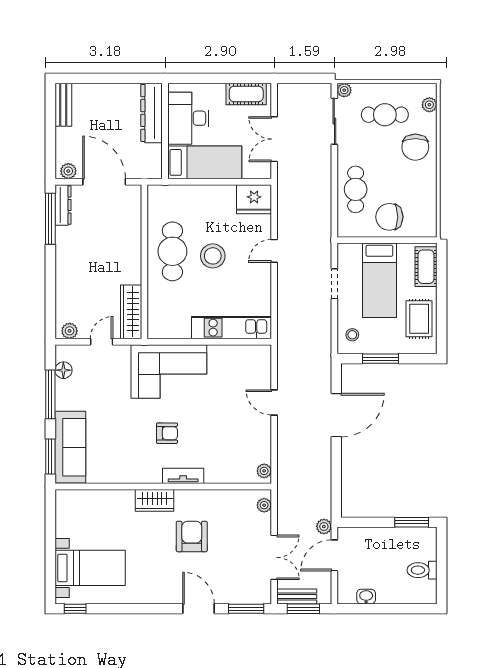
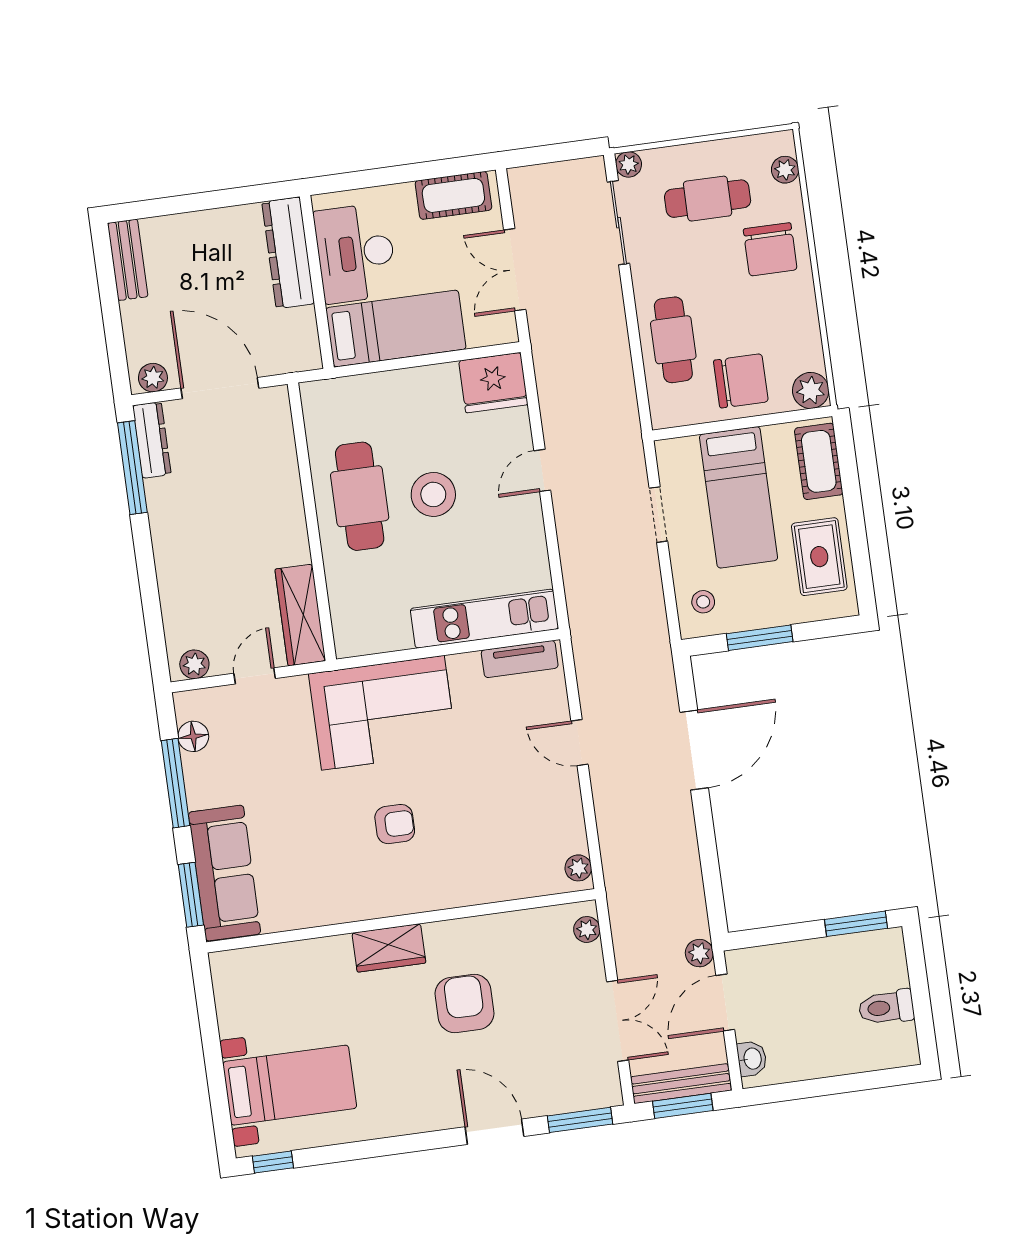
chair: (389, 217) -> (741, 381), turned 180
plant: (427, 227) -> (811, 390), added
tv unit: (183, 476) -> (520, 659), moved, turned 180
bench: (297, 596) -> (681, 1084), width x1.36
washbasin: (366, 597) -> (752, 1059), moved, turned 90

